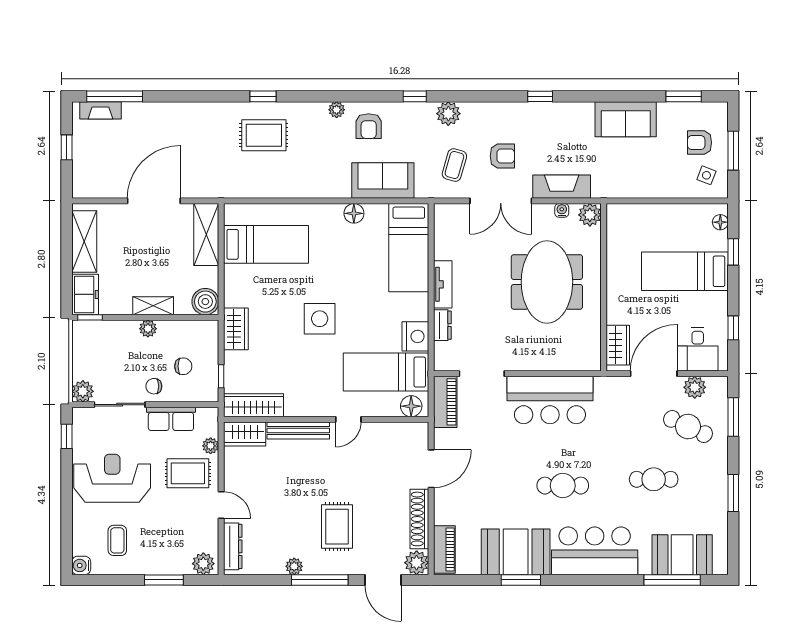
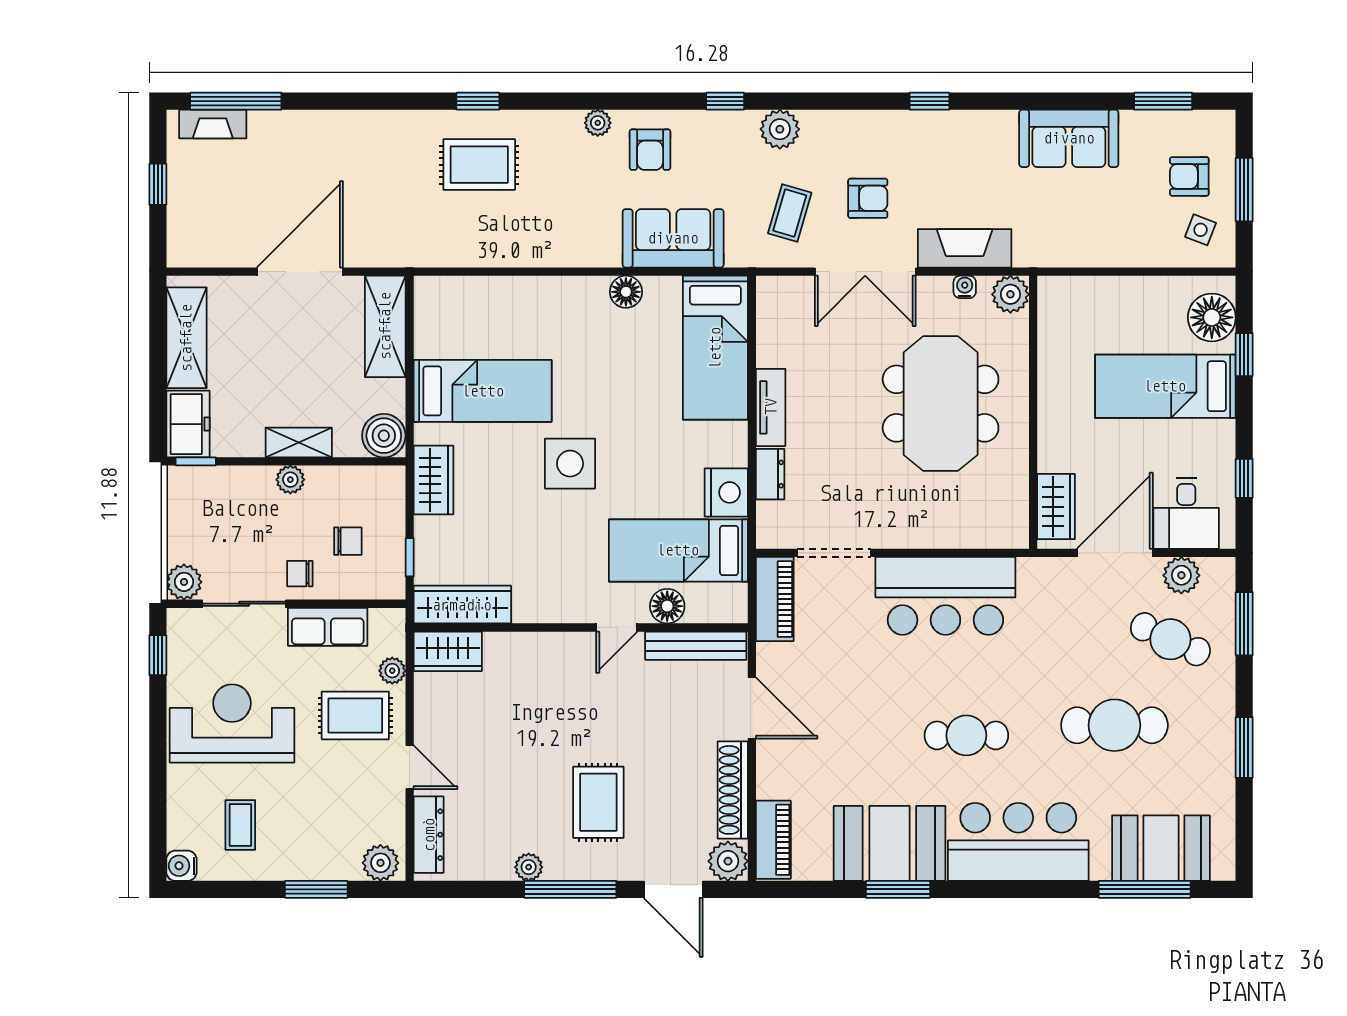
floor lamp: (720, 222) -> (1212, 317), width x1.89, depth x1.89
bed: (266, 244) -> (483, 391), moved
floor lamp: (411, 406) -> (667, 606), moved
bench: (298, 430) -> (696, 646), moved
door: (431, 469) -> (752, 708), hinge flipped
cafe table: (654, 479) -> (1114, 725), width x1.37, depth x1.35

